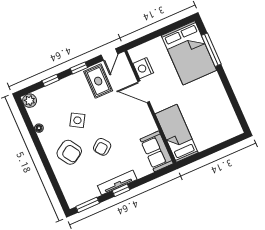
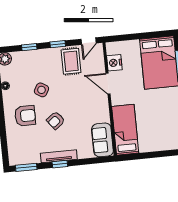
armchair: (69, 152) -> (25, 116), turned -57

